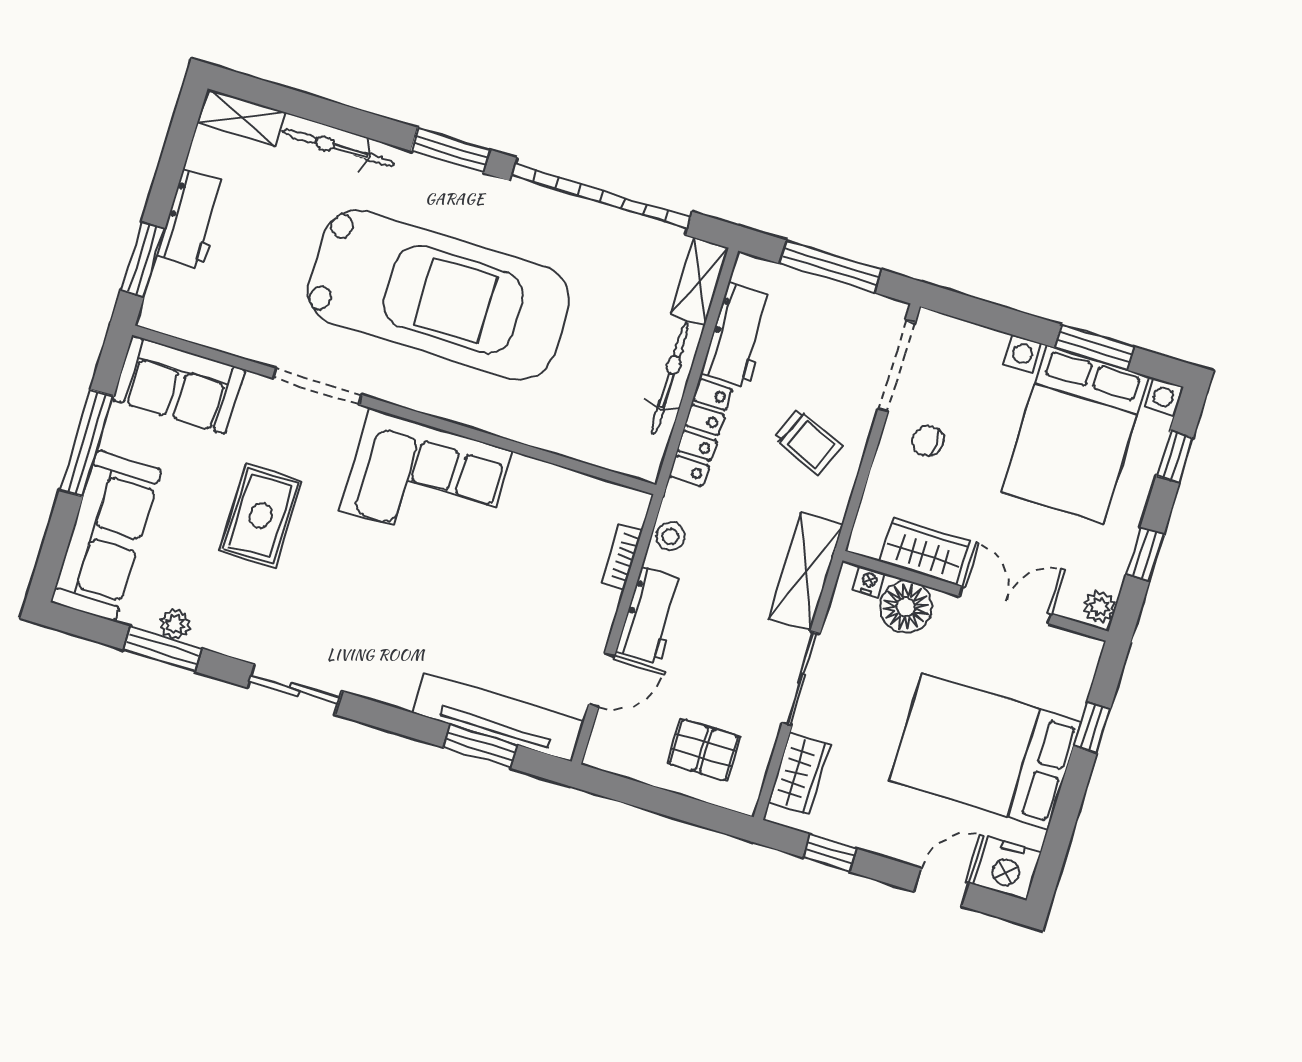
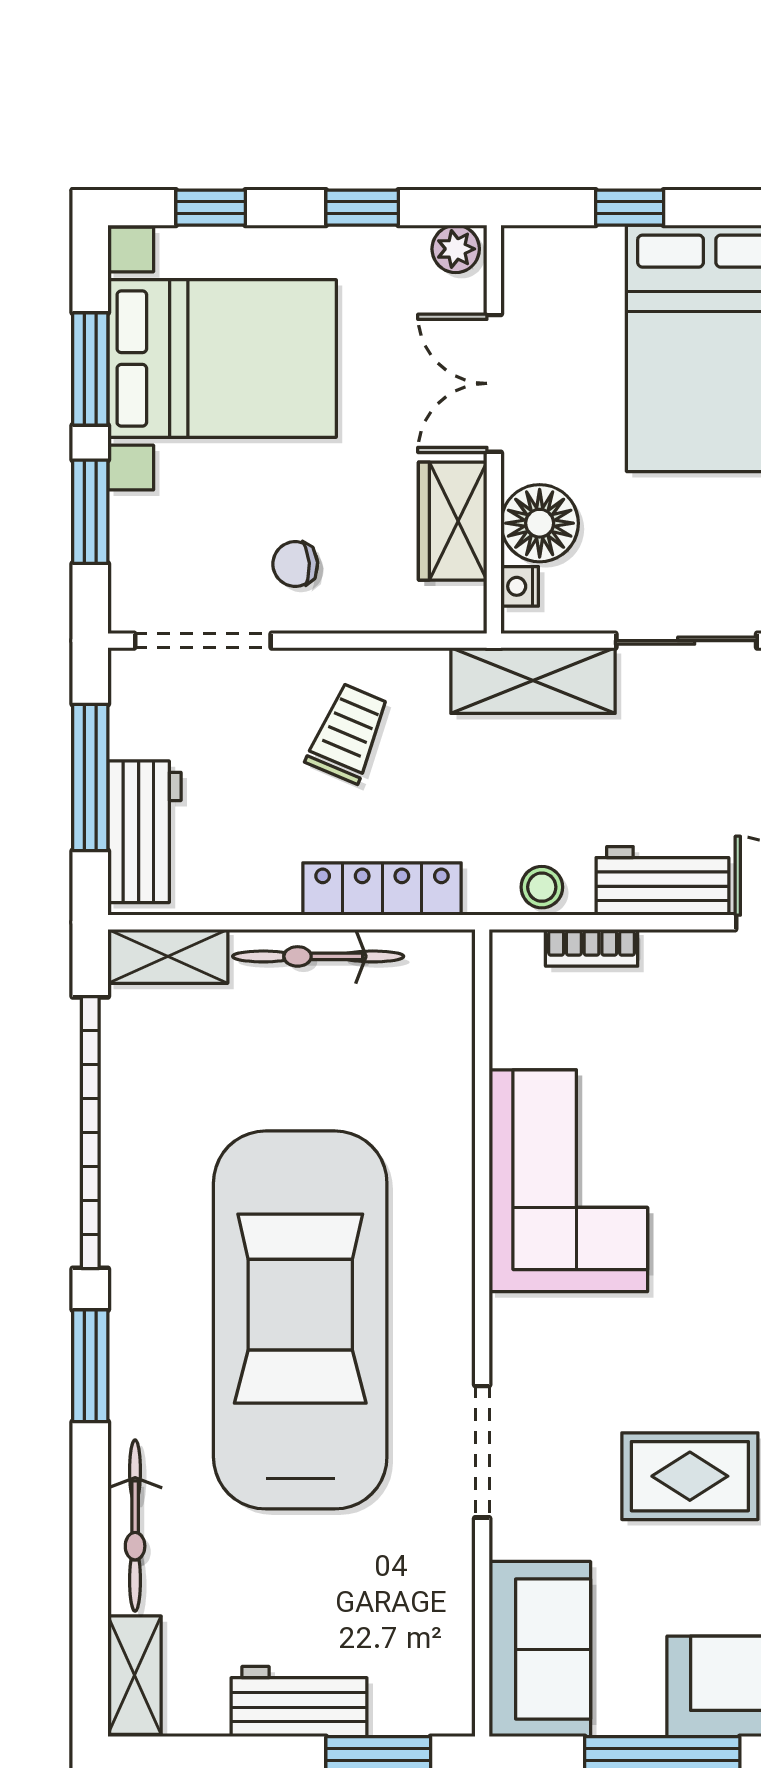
window: (1002, 319) -> (90, 512), added
workbench: (738, 335) -> (144, 832), moved, turned 90
chair: (928, 441) -> (295, 564), turned 86
corner sofa: (426, 480) -> (568, 1181), moved

